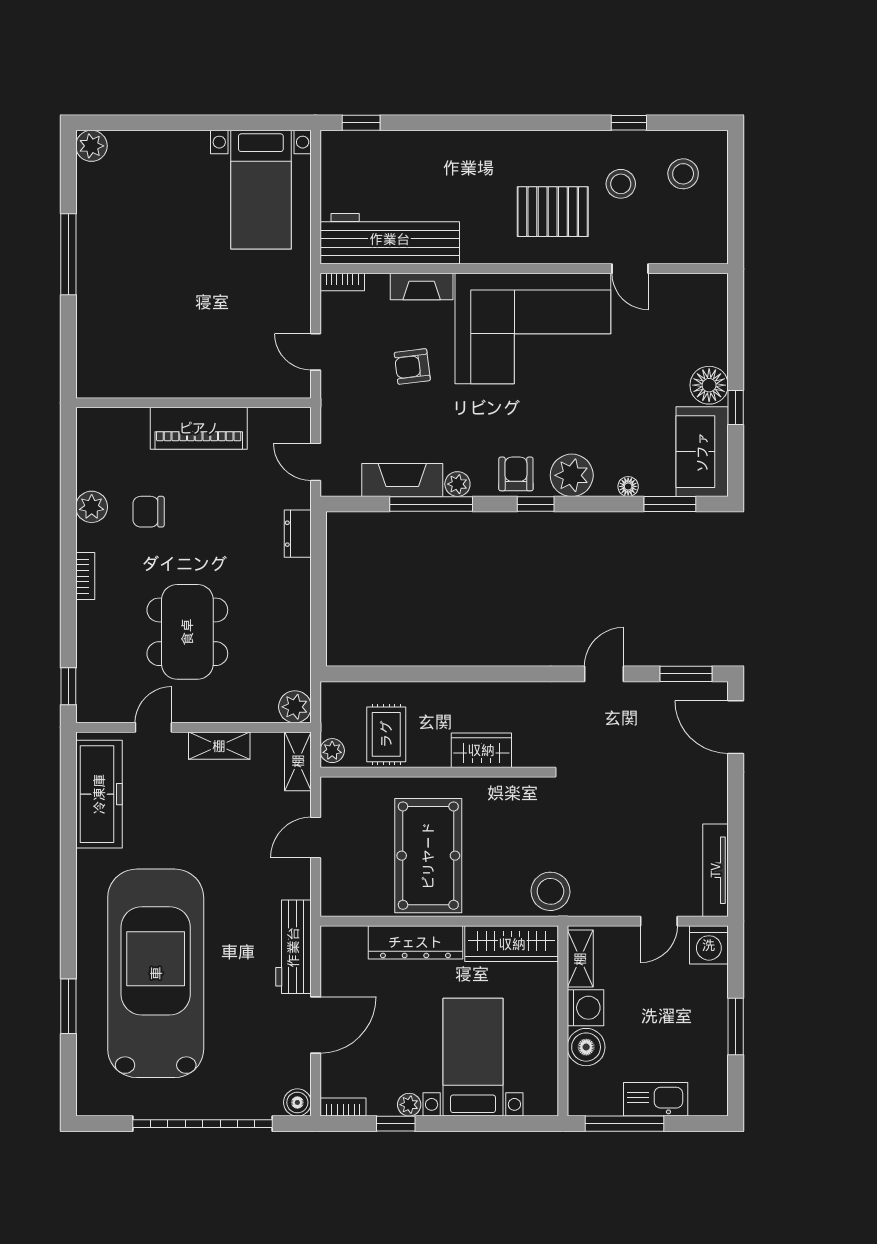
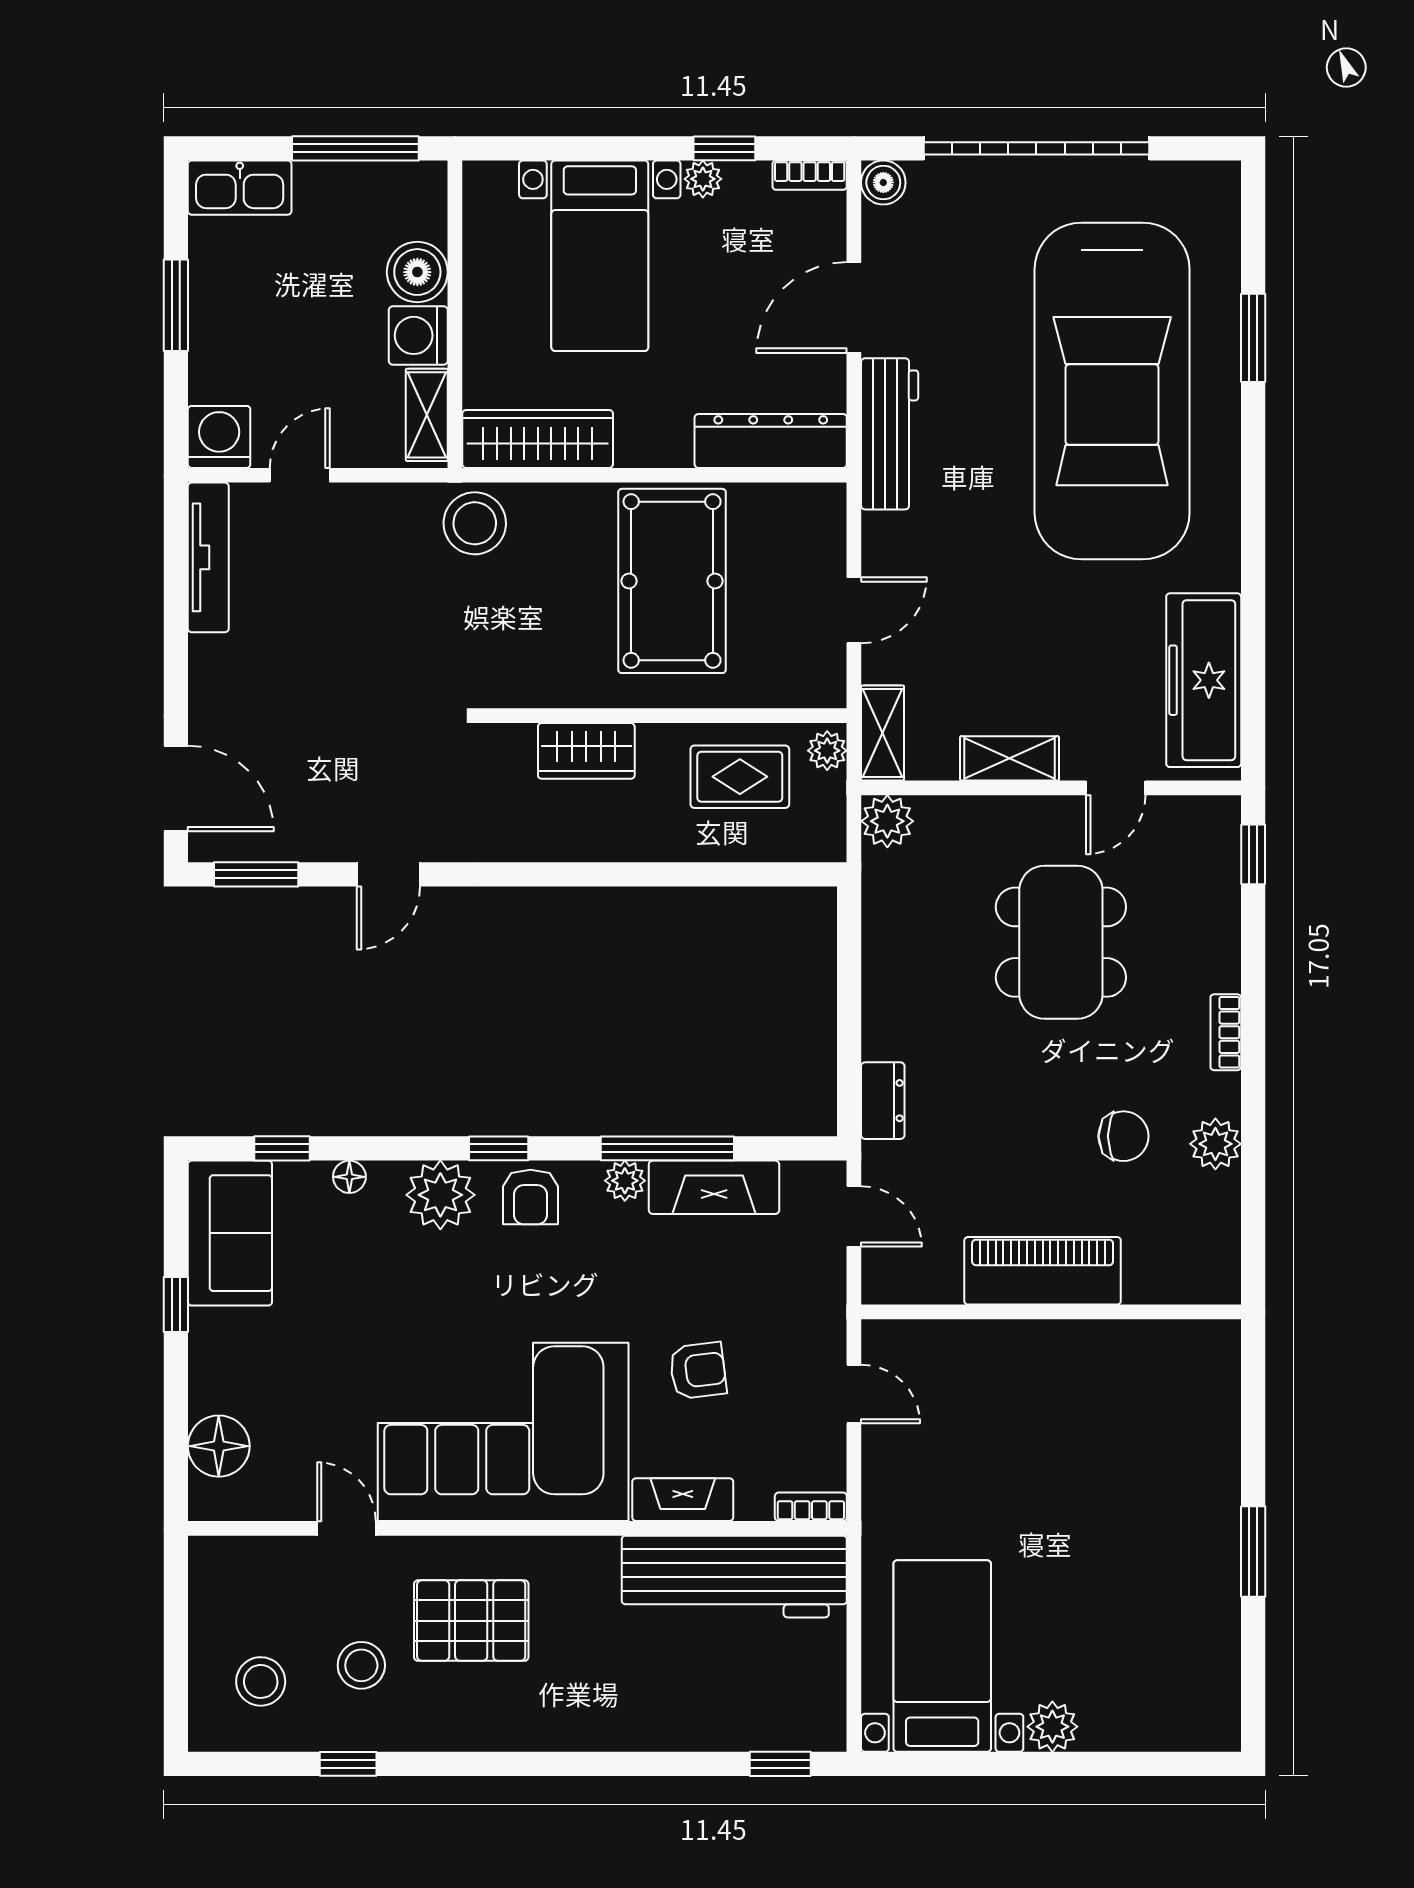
plant: (91, 146) -> (1052, 1727), moved
window: (68, 254) -> (1253, 1552), width x0.69
floor lamp: (709, 385) -> (219, 1446), moved
window: (670, 504) -> (282, 1148), width x0.67
rug: (386, 734) -> (740, 777), turned 90
dresser: (415, 942) -> (771, 441), moved
kitchen sink: (656, 1099) -> (240, 188), moved

